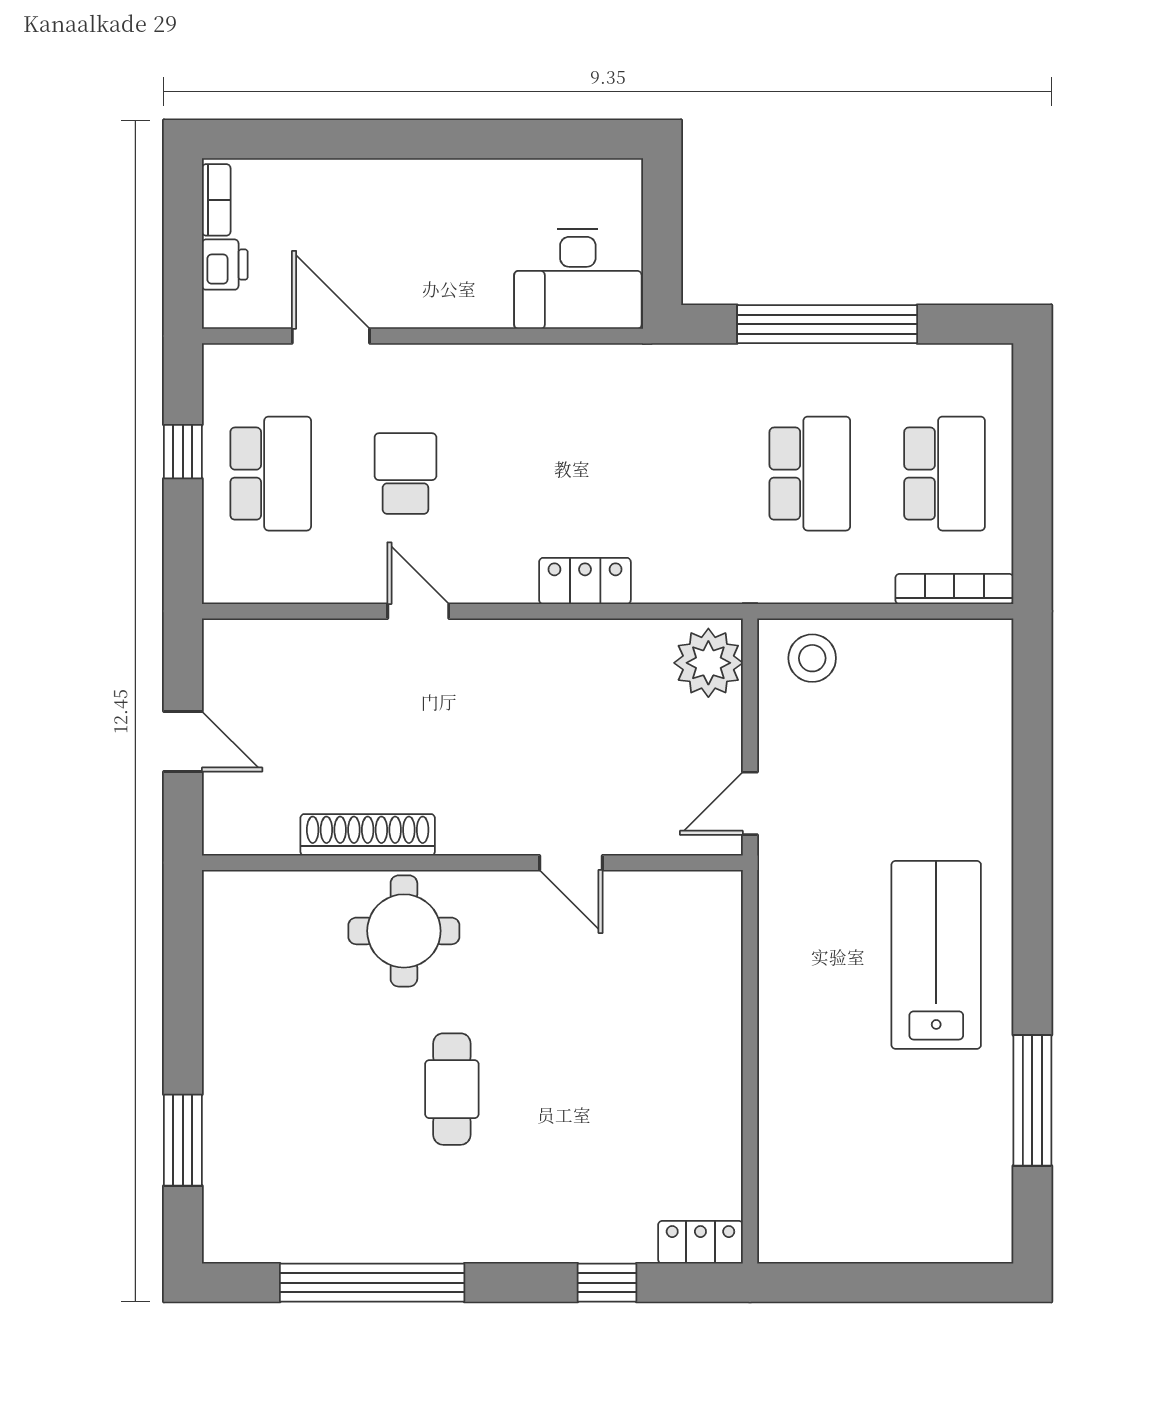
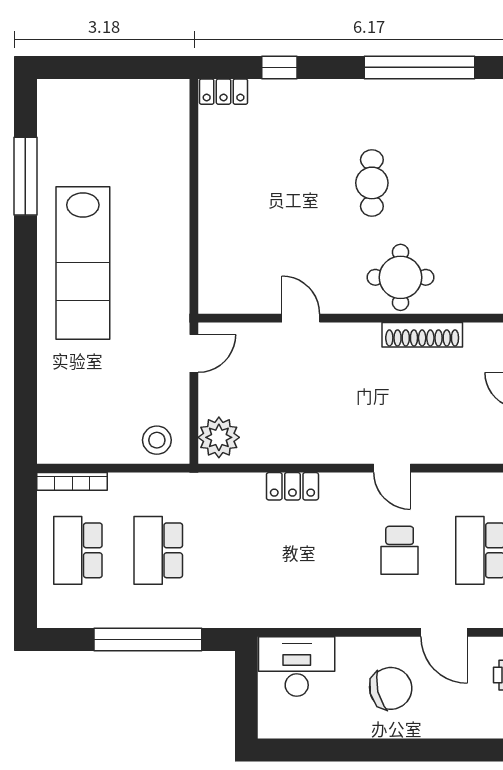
chair: (420, 242) -> (391, 688), added
lab bench: (936, 955) -> (83, 263), width x1.36

